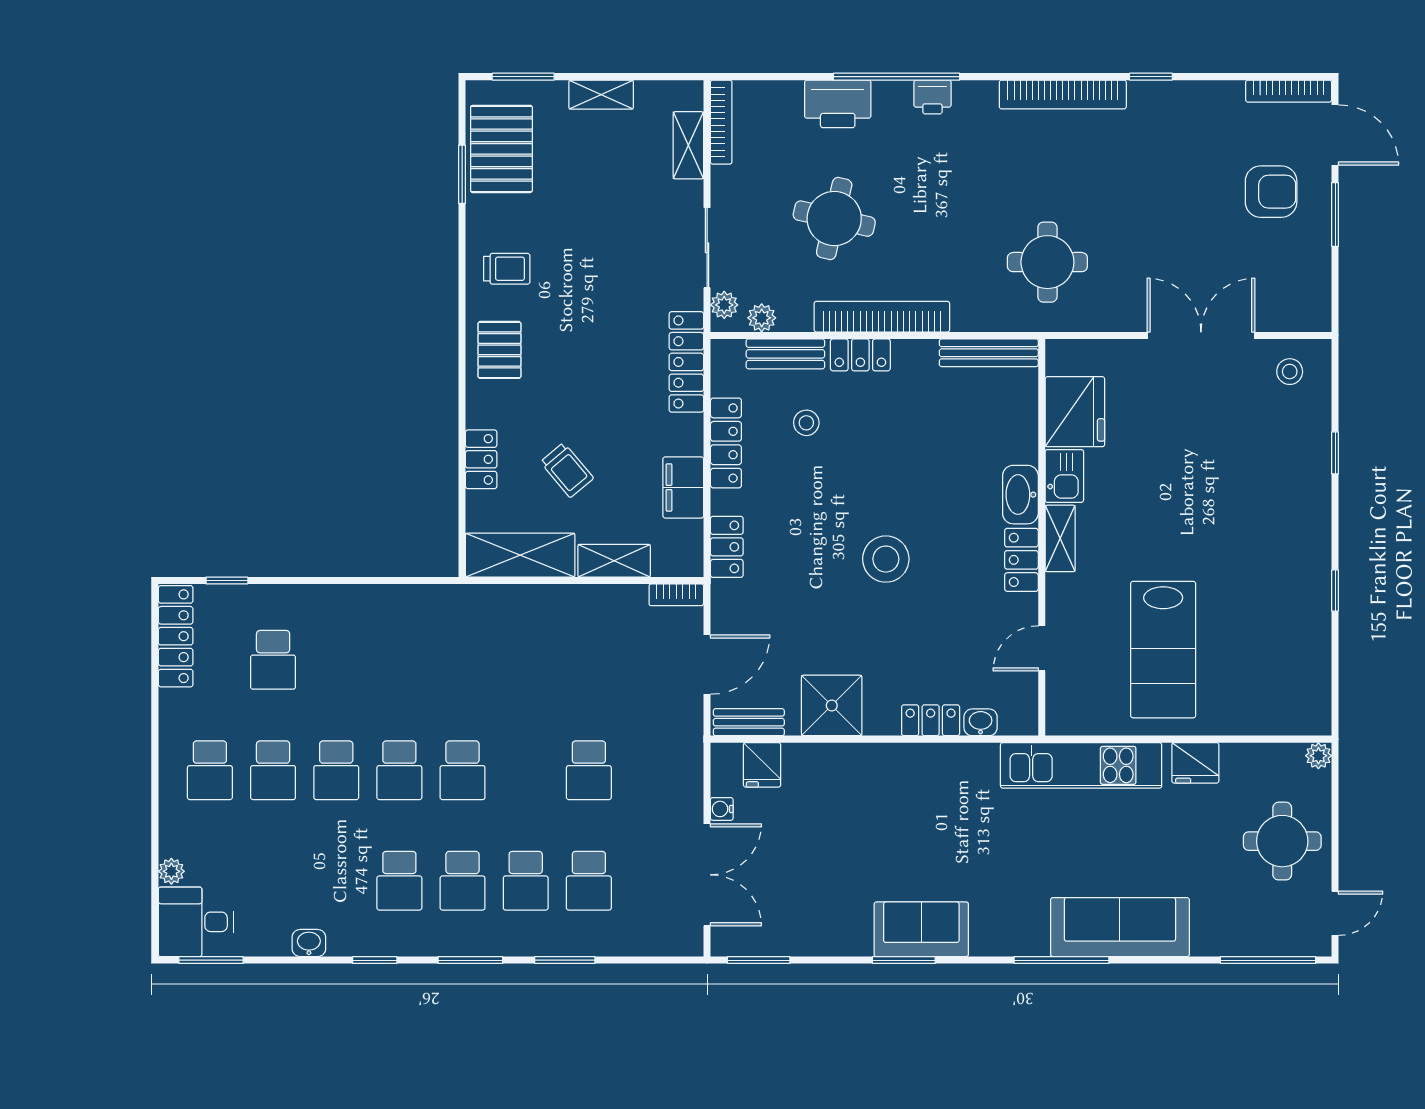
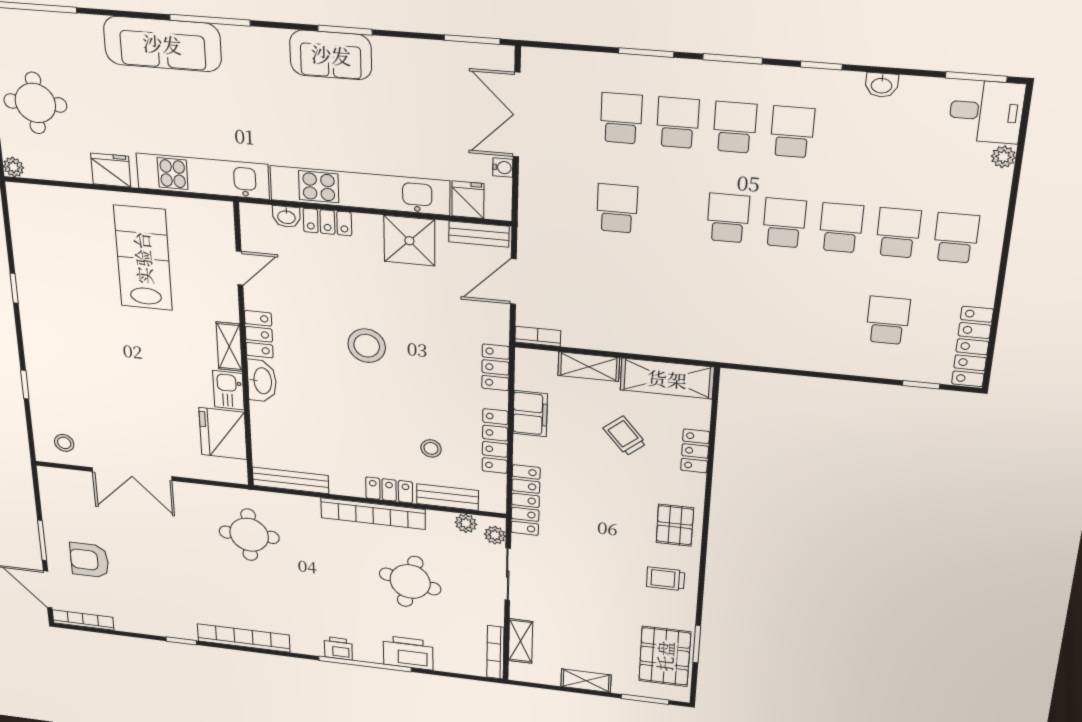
kitchen unit: (891, 765) -> (360, 190), added

